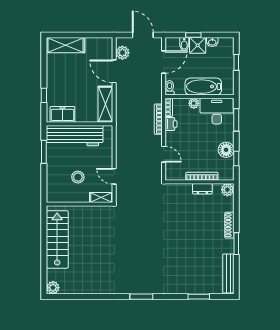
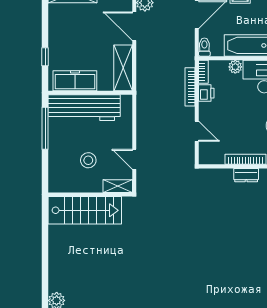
freezer: (62, 114) -> (75, 81), width x1.40
window: (44, 152) -> (45, 128), width x1.44
stairs: (57, 239) -> (85, 210), moved, turned 90

